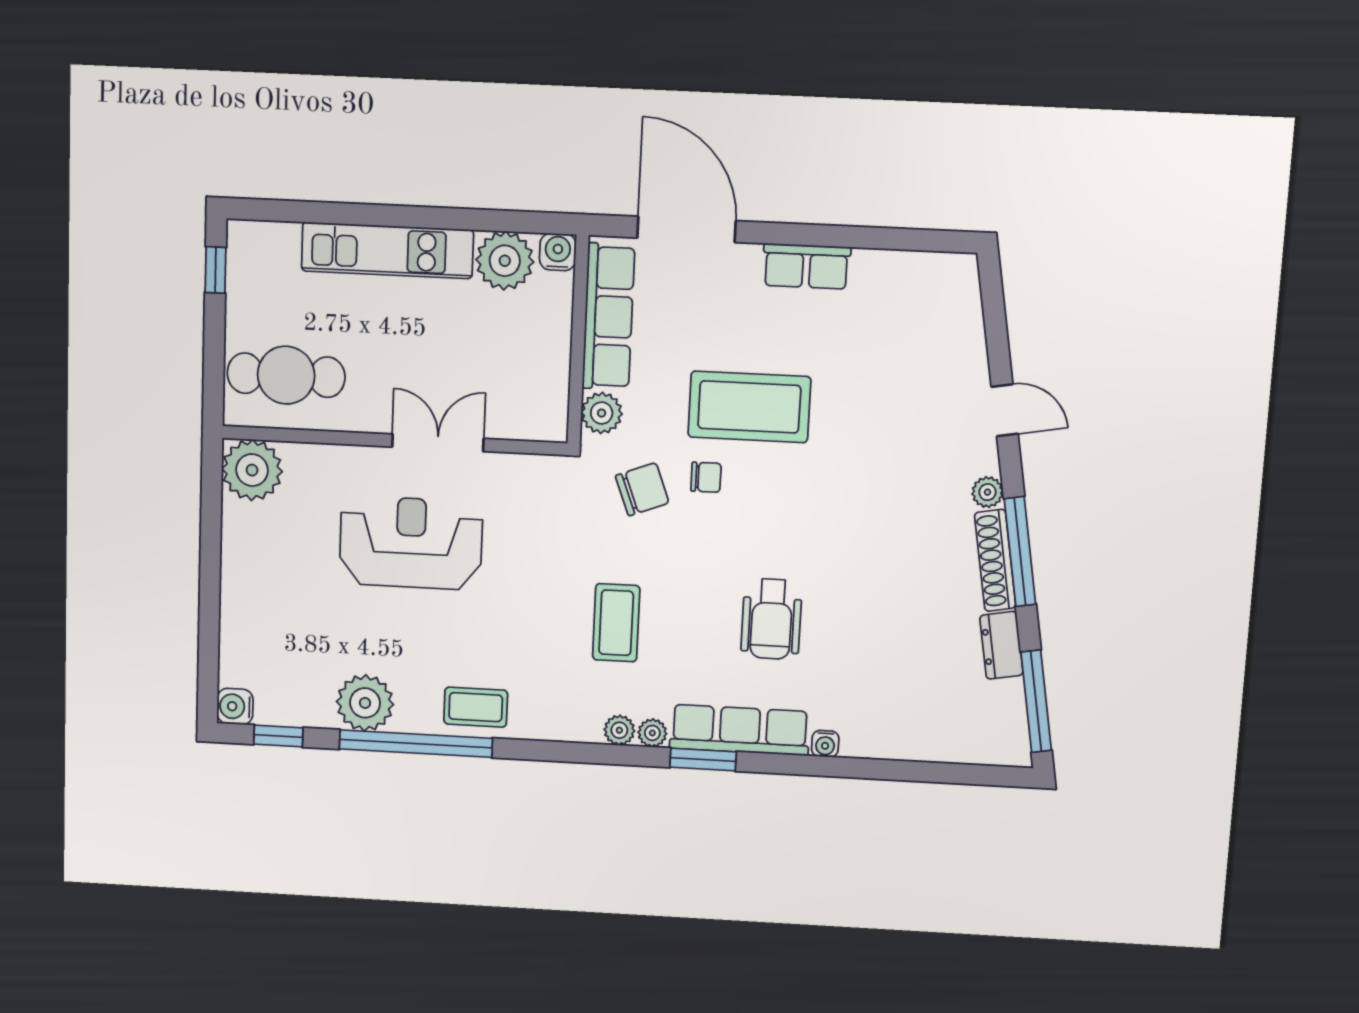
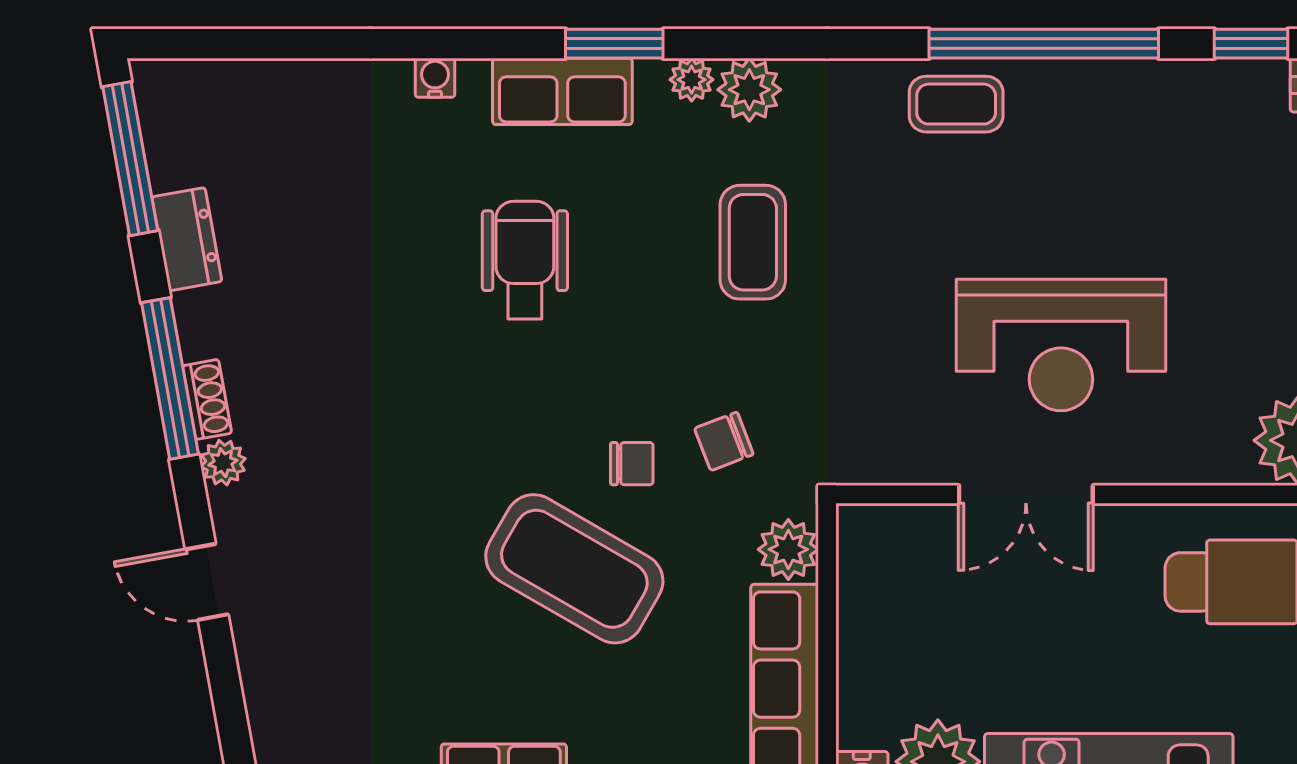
coffee table: (749, 407) -> (574, 569), turned 30
chair: (706, 477) -> (632, 464), turned 180
chair: (642, 489) -> (724, 441), width x0.73, depth x0.73
shoe rack: (995, 560) -> (207, 399), width x0.51, depth x0.81
plant: (365, 703) -> (1122, 101), removed
plant: (619, 730) -> (749, 90), width x1.38, depth x1.38
row of seats: (740, 730) -> (562, 91), width x0.68

